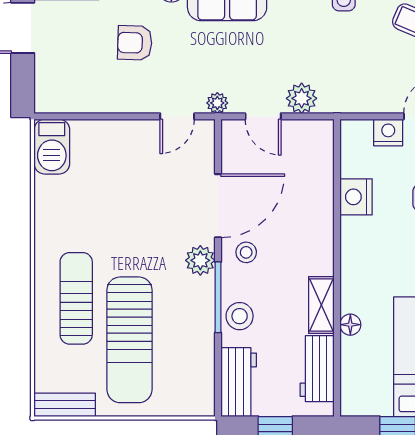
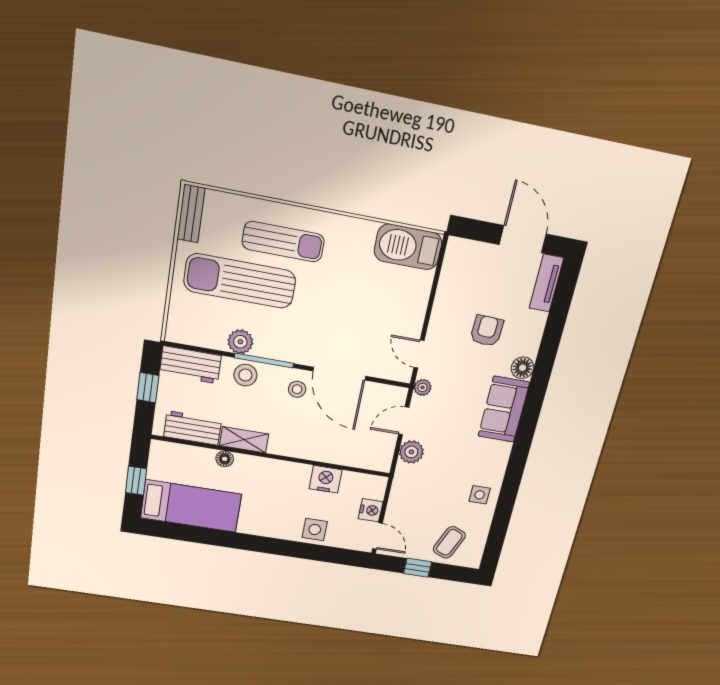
barbecue: (52, 147) -> (408, 247), width x1.37, depth x1.21
plant: (200, 260) -> (240, 342), moved

